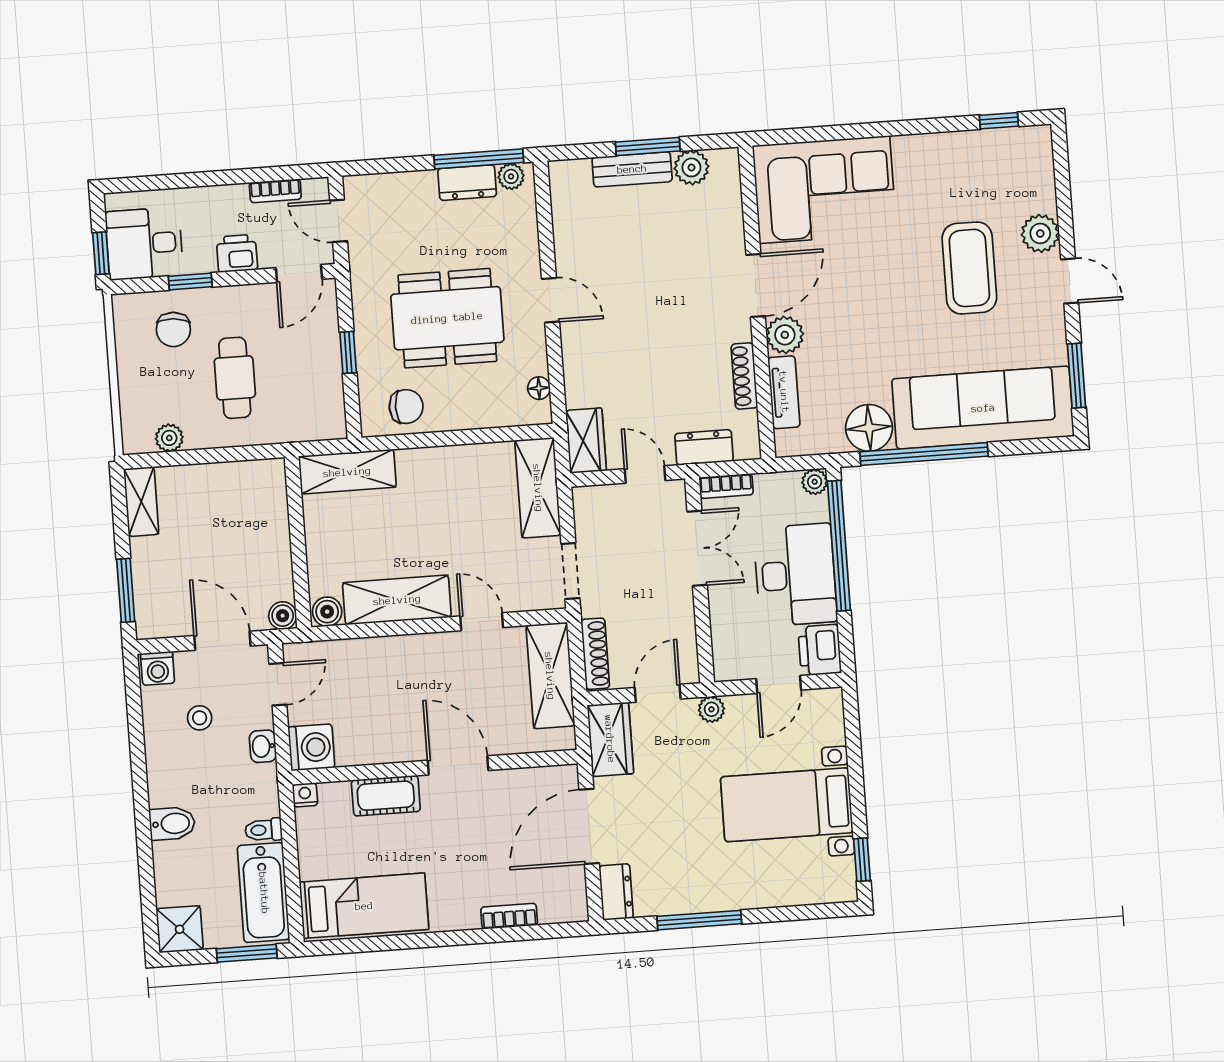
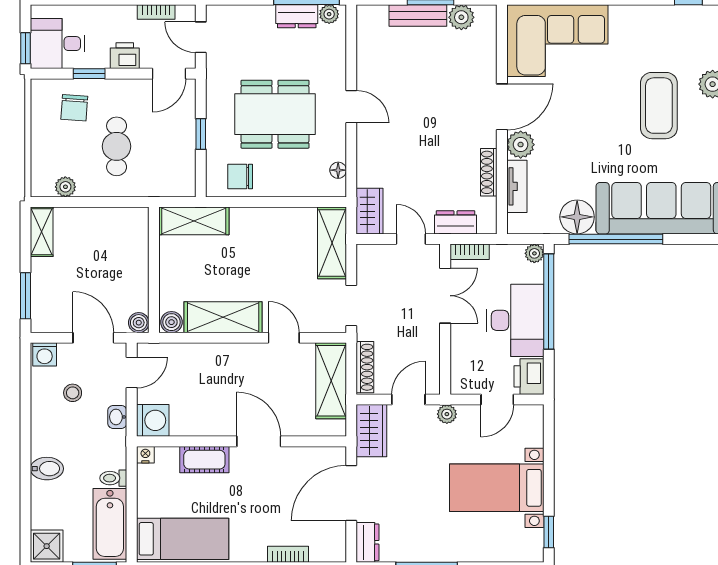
chair: (406, 407) -> (240, 177), turned 180

